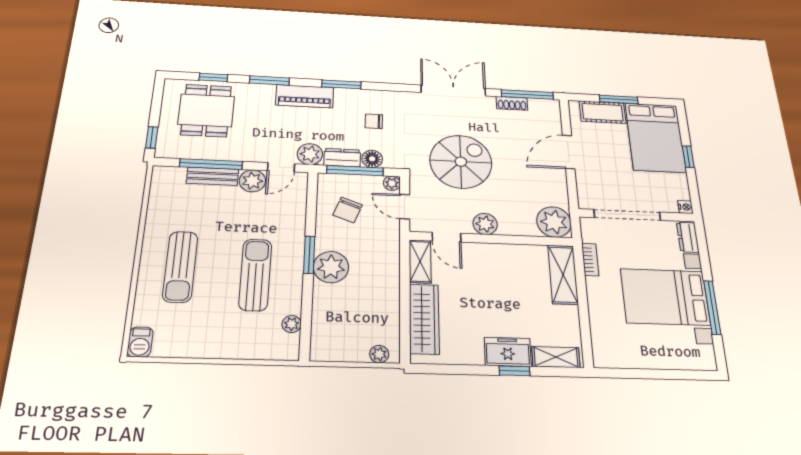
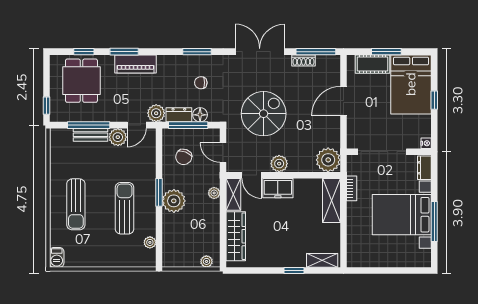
window: (341, 84) -> (197, 52), moved
piano: (305, 96) -> (135, 64), moved
plant: (392, 183) -> (214, 193), moved
freezer: (508, 352) -> (278, 188), moved, turned 180

